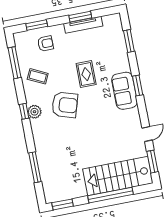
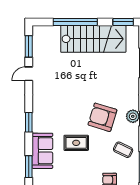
rug: (86, 74) -> (76, 143), turned 90
sofa: (124, 91) -> (42, 151), moved
stairs: (118, 176) -> (93, 39), moved

